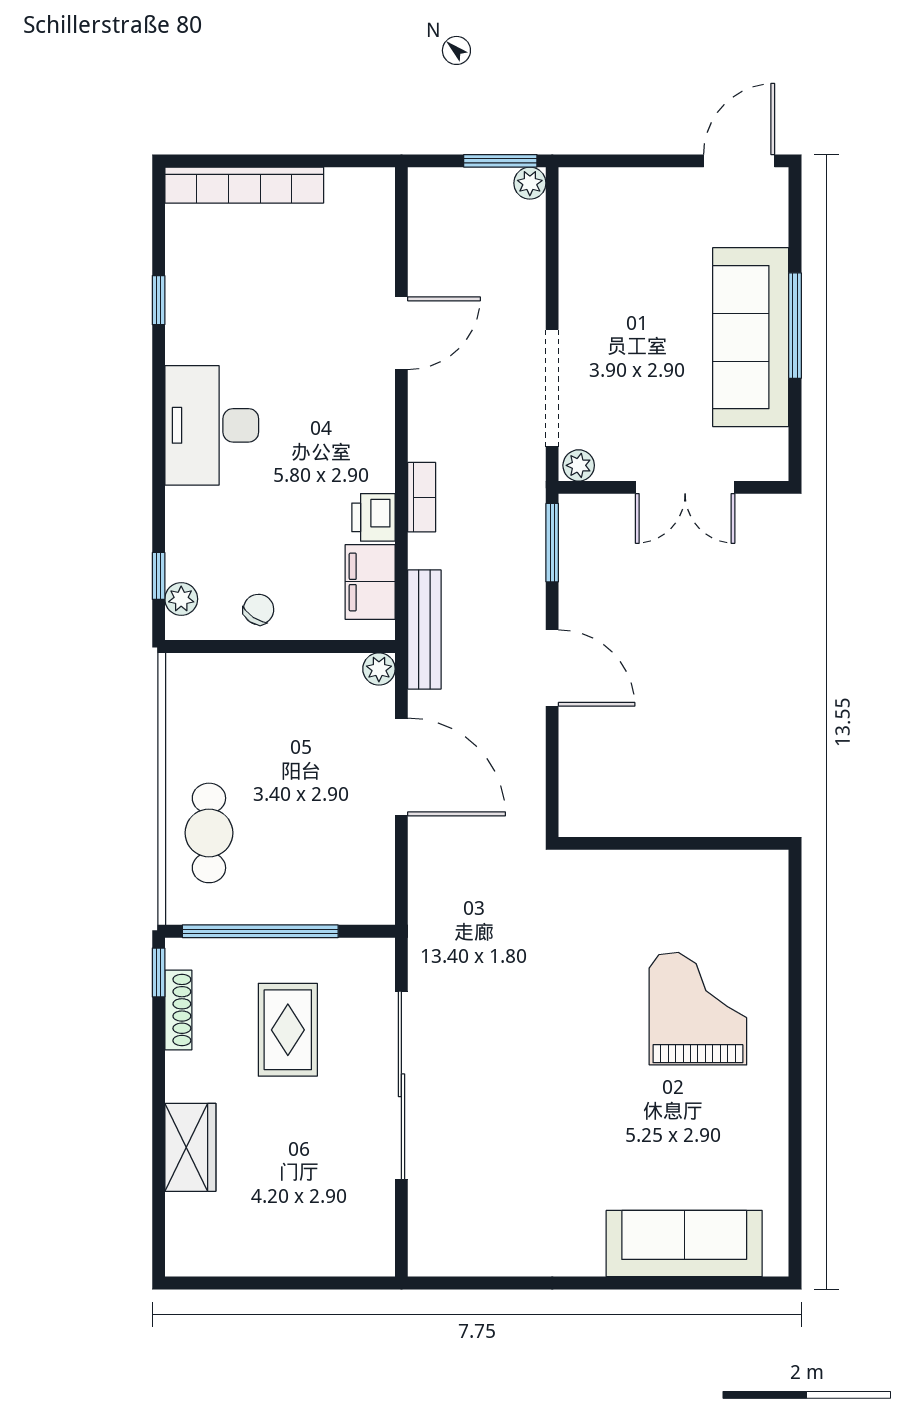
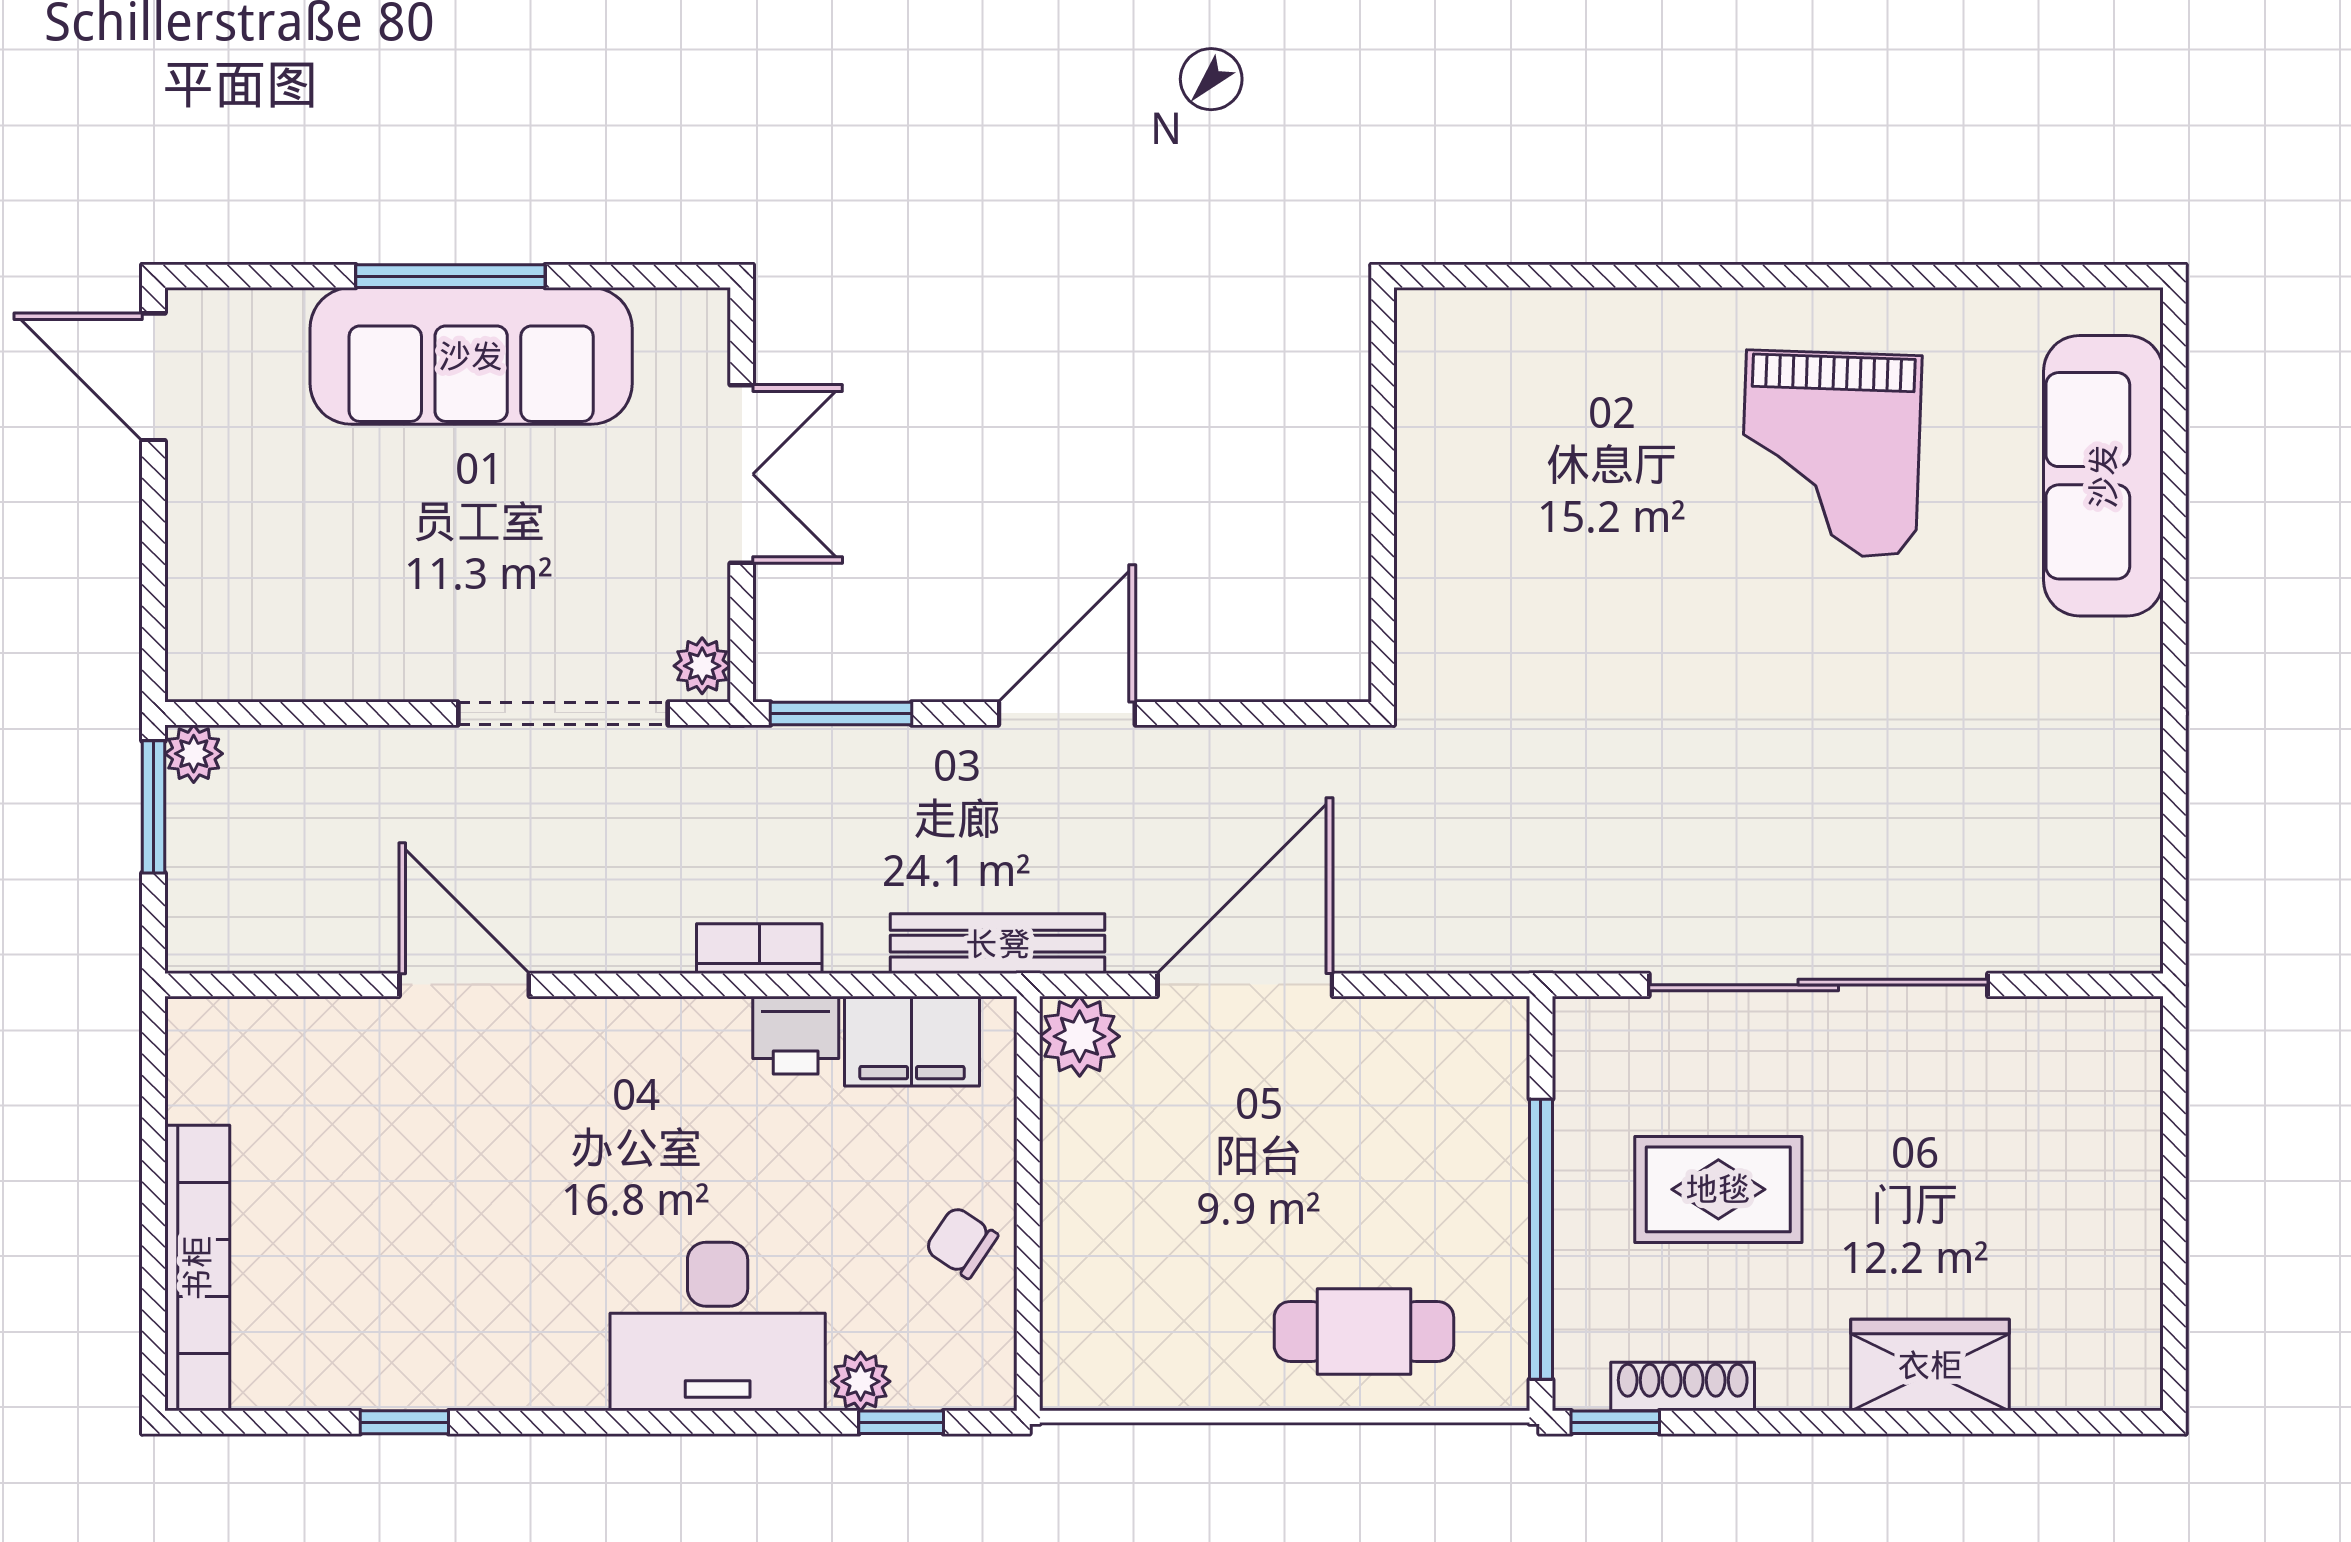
desk: (212, 425) -> (718, 1327), moved
plant: (181, 599) -> (861, 1381), moved
plant: (379, 669) -> (1080, 1036), width x1.38, depth x1.38
grand piano: (698, 1009) -> (1831, 454), moved, turned -88

